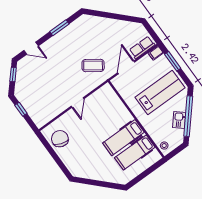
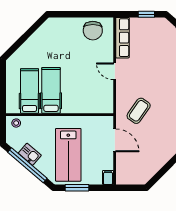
row of seats: (142, 47) -> (122, 38), moved, width x1.48
window: (173, 61) -> (77, 188), moved
chair: (60, 139) -> (93, 31), turned 71

